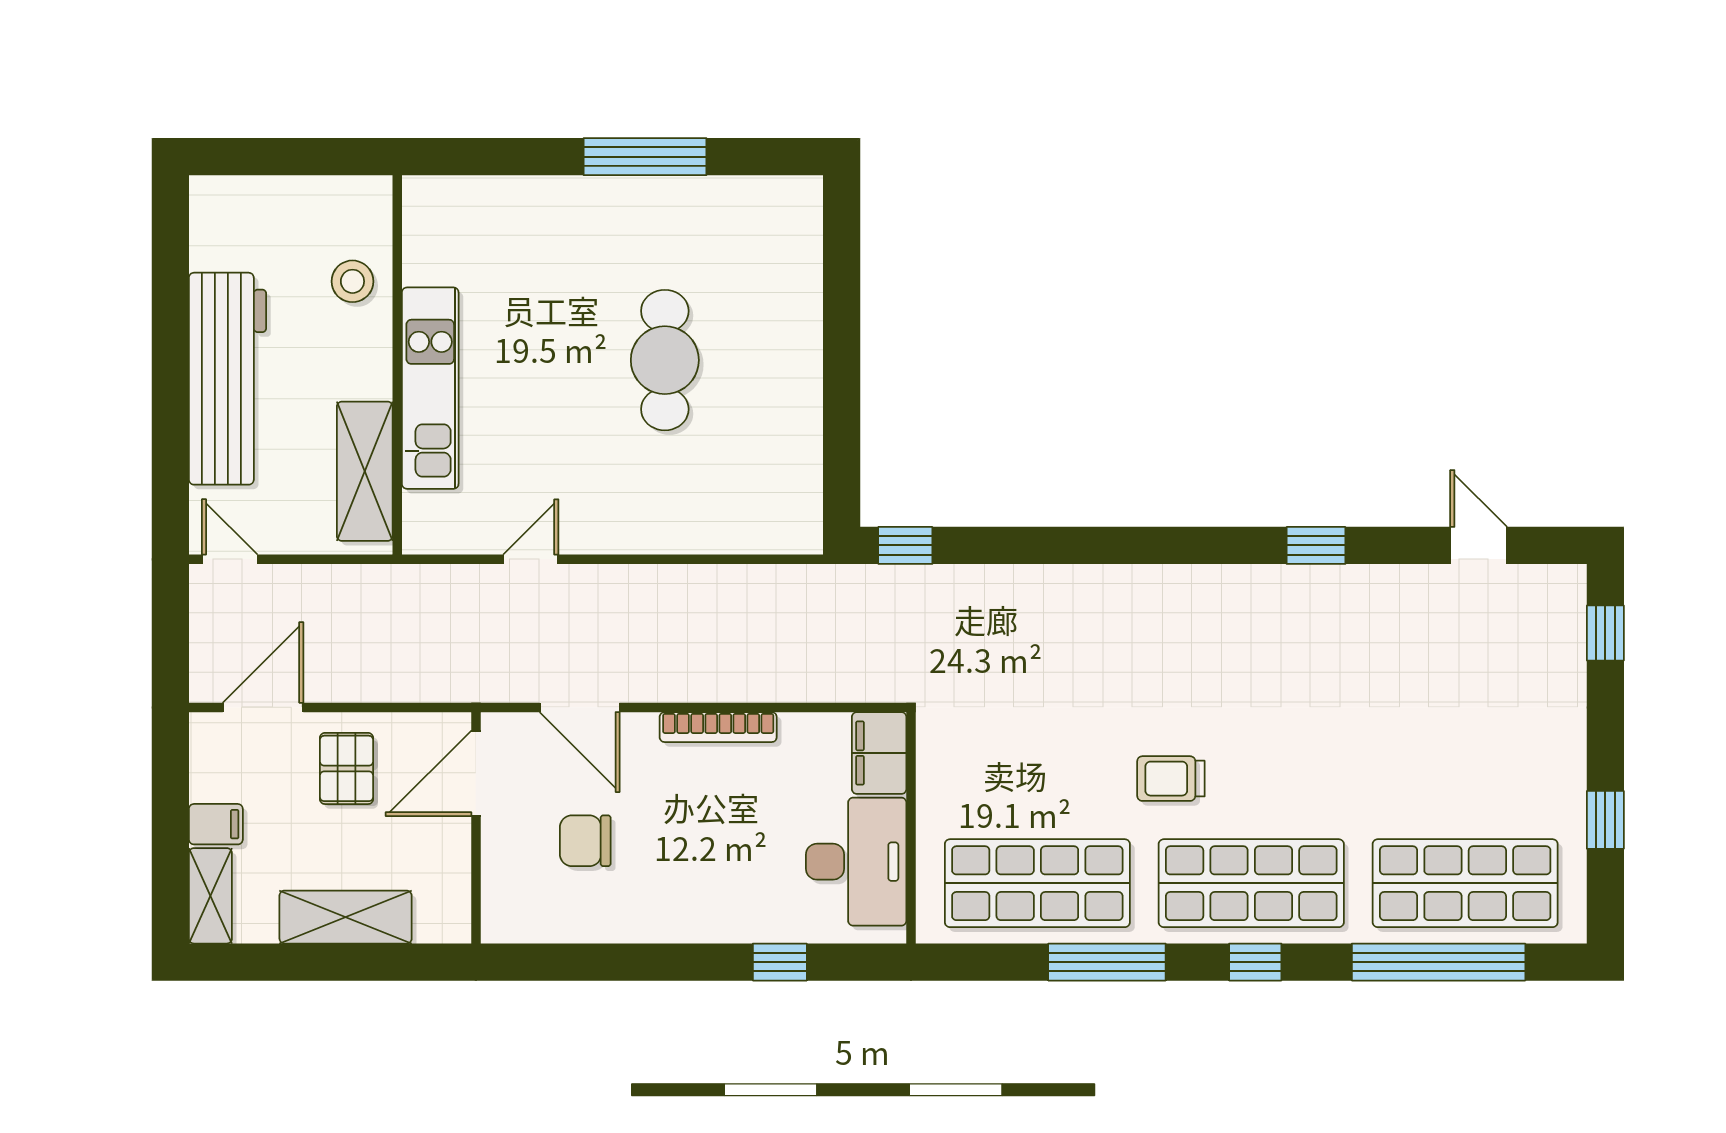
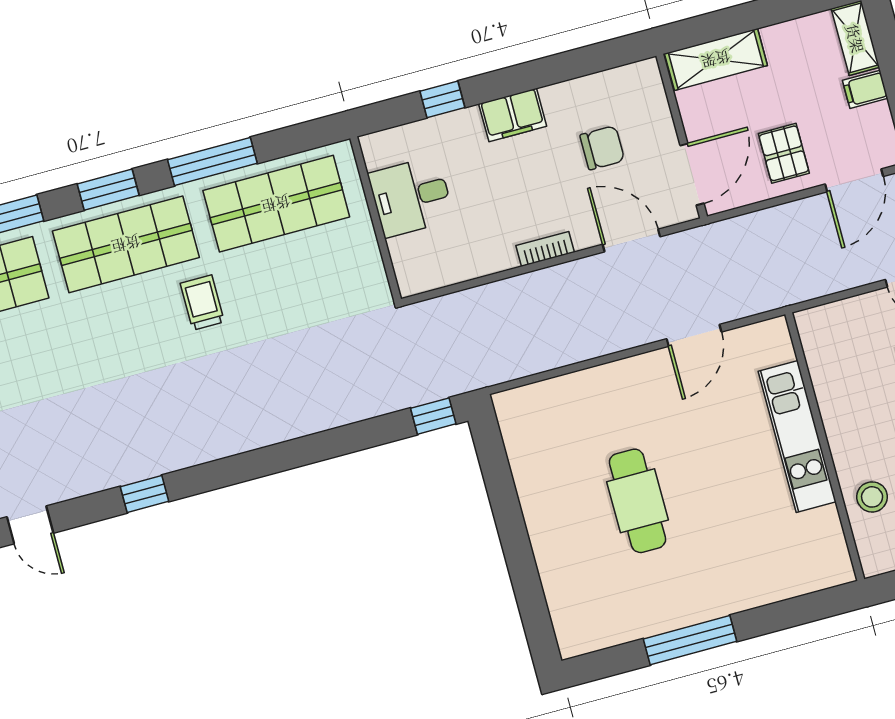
shelving: (365, 471) -> (827, 366), removed
door: (531, 559) -> (694, 335), width x1.38
bookcase: (718, 727) -> (545, 249), width x0.64
filing cabinet: (879, 753) -> (513, 115), moved, turned 90
trolley: (1171, 779) -> (202, 303), turned -90
desk: (856, 862) -> (411, 197), width x0.73
shelving: (346, 917) -> (716, 59), moved
window: (1255, 962) -> (108, 190), width x1.50

